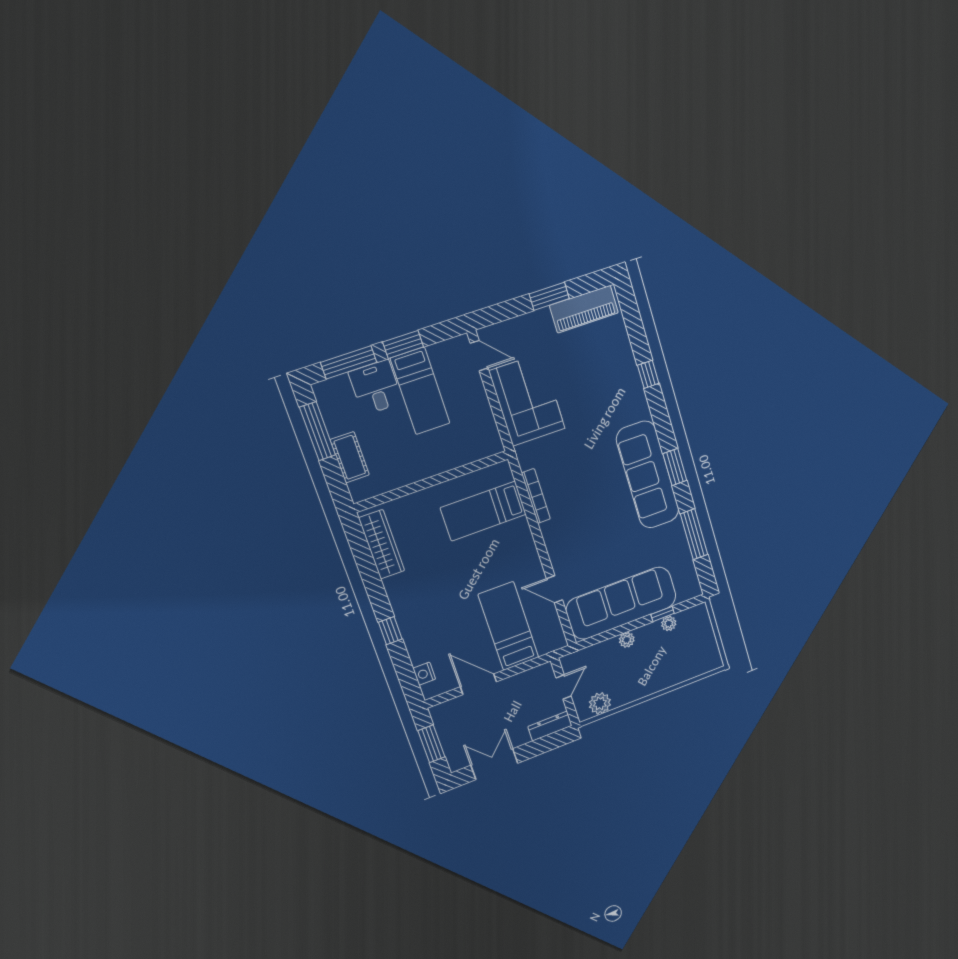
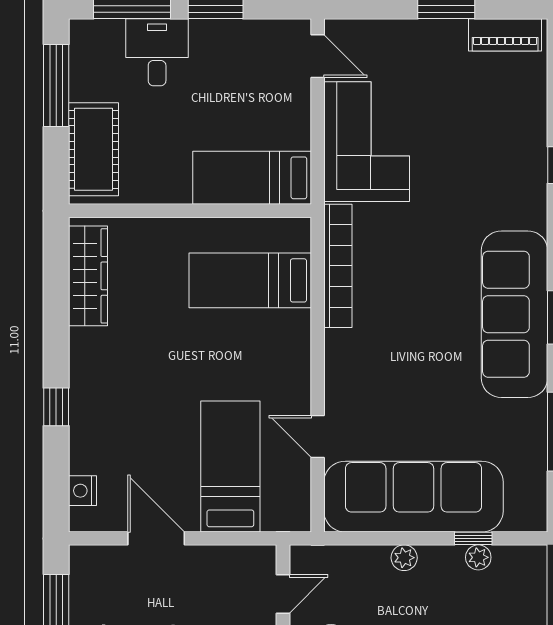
piano: (584, 309) -> (505, 35), width x0.73, depth x0.75
bed: (420, 391) -> (252, 178), moved, turned 90
cot: (350, 457) -> (94, 149), width x1.37, depth x1.34
bookcase: (536, 496) -> (338, 266), width x1.48, depth x1.31

